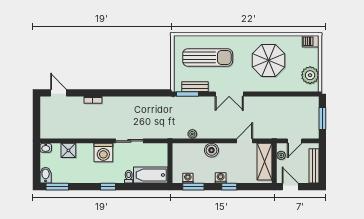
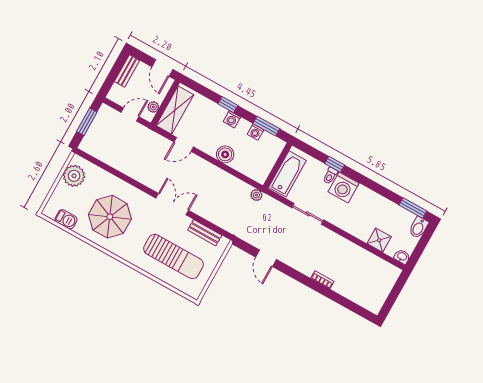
barbecue: (311, 41) -> (66, 219), moved
sun lounger: (208, 57) -> (173, 256), turned 180
door: (59, 93) -> (266, 258), moved
window: (187, 94) -> (217, 229), removed
plant: (192, 134) -> (256, 195), moved
washing machine: (103, 153) -> (344, 187), moved, turned 180
bench: (314, 166) -> (127, 71), width x0.73
bathtub: (151, 175) -> (287, 174), moved, turned -90
washing machine: (188, 178) -> (256, 132), moved
window: (108, 187) -> (335, 164), moved

